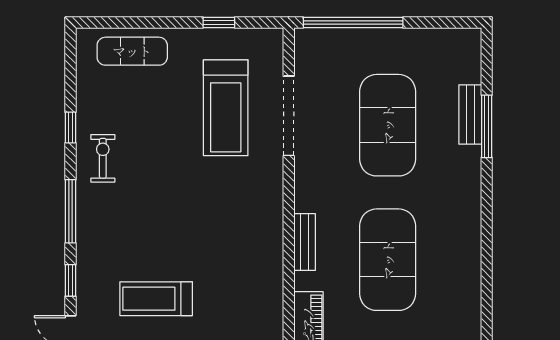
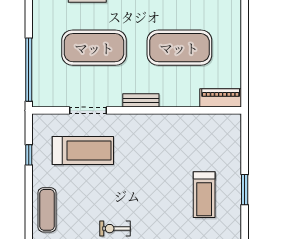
doorway: (289, 116) -> (88, 110), width x0.73
bench: (305, 242) -> (141, 100), moved

